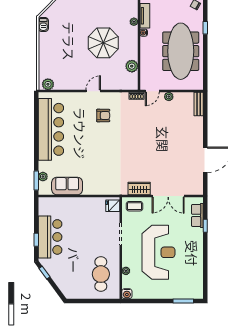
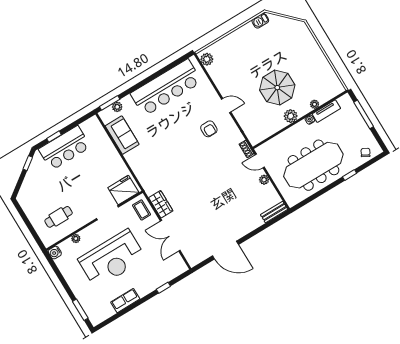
plant: (132, 66) -> (291, 116), moved
fridge: (113, 206) -> (123, 190), width x1.88, depth x1.34
row of seats: (197, 215) -> (125, 301), moved
cafe table: (101, 274) -> (59, 217), width x0.73, depth x0.74

